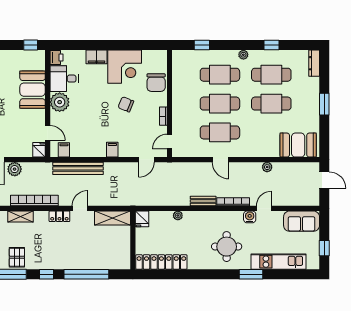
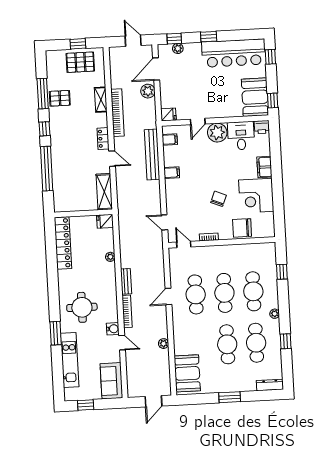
booth: (33, 90) -> (255, 97), moved, turned 90
door: (48, 133) -> (198, 122), moved
filing cabinet: (112, 150) -> (172, 173), moved

